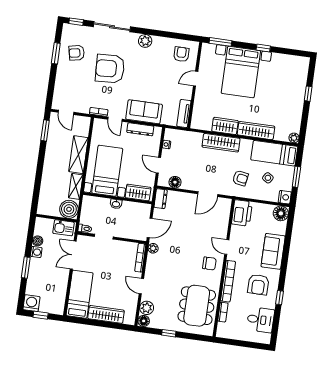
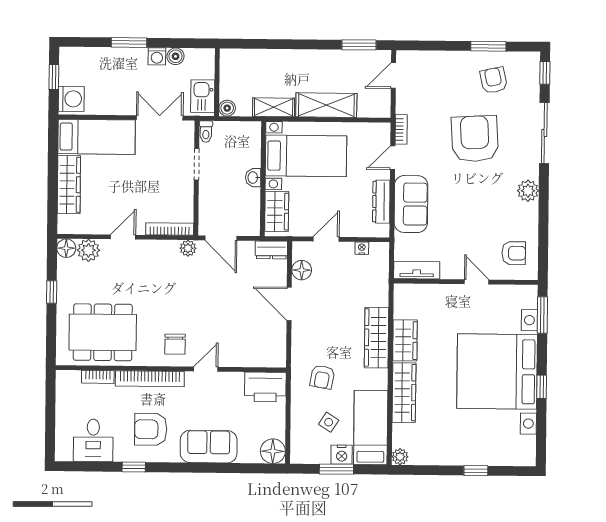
bed with nightstands: (241, 72) -> (497, 372), width x1.36
door: (208, 194) -> (289, 304), moved
nightstand: (285, 197) -> (342, 455), moved
boiler: (69, 209) -> (227, 108), width x0.54, depth x0.54
washing machine: (31, 303) -> (71, 99), moved

